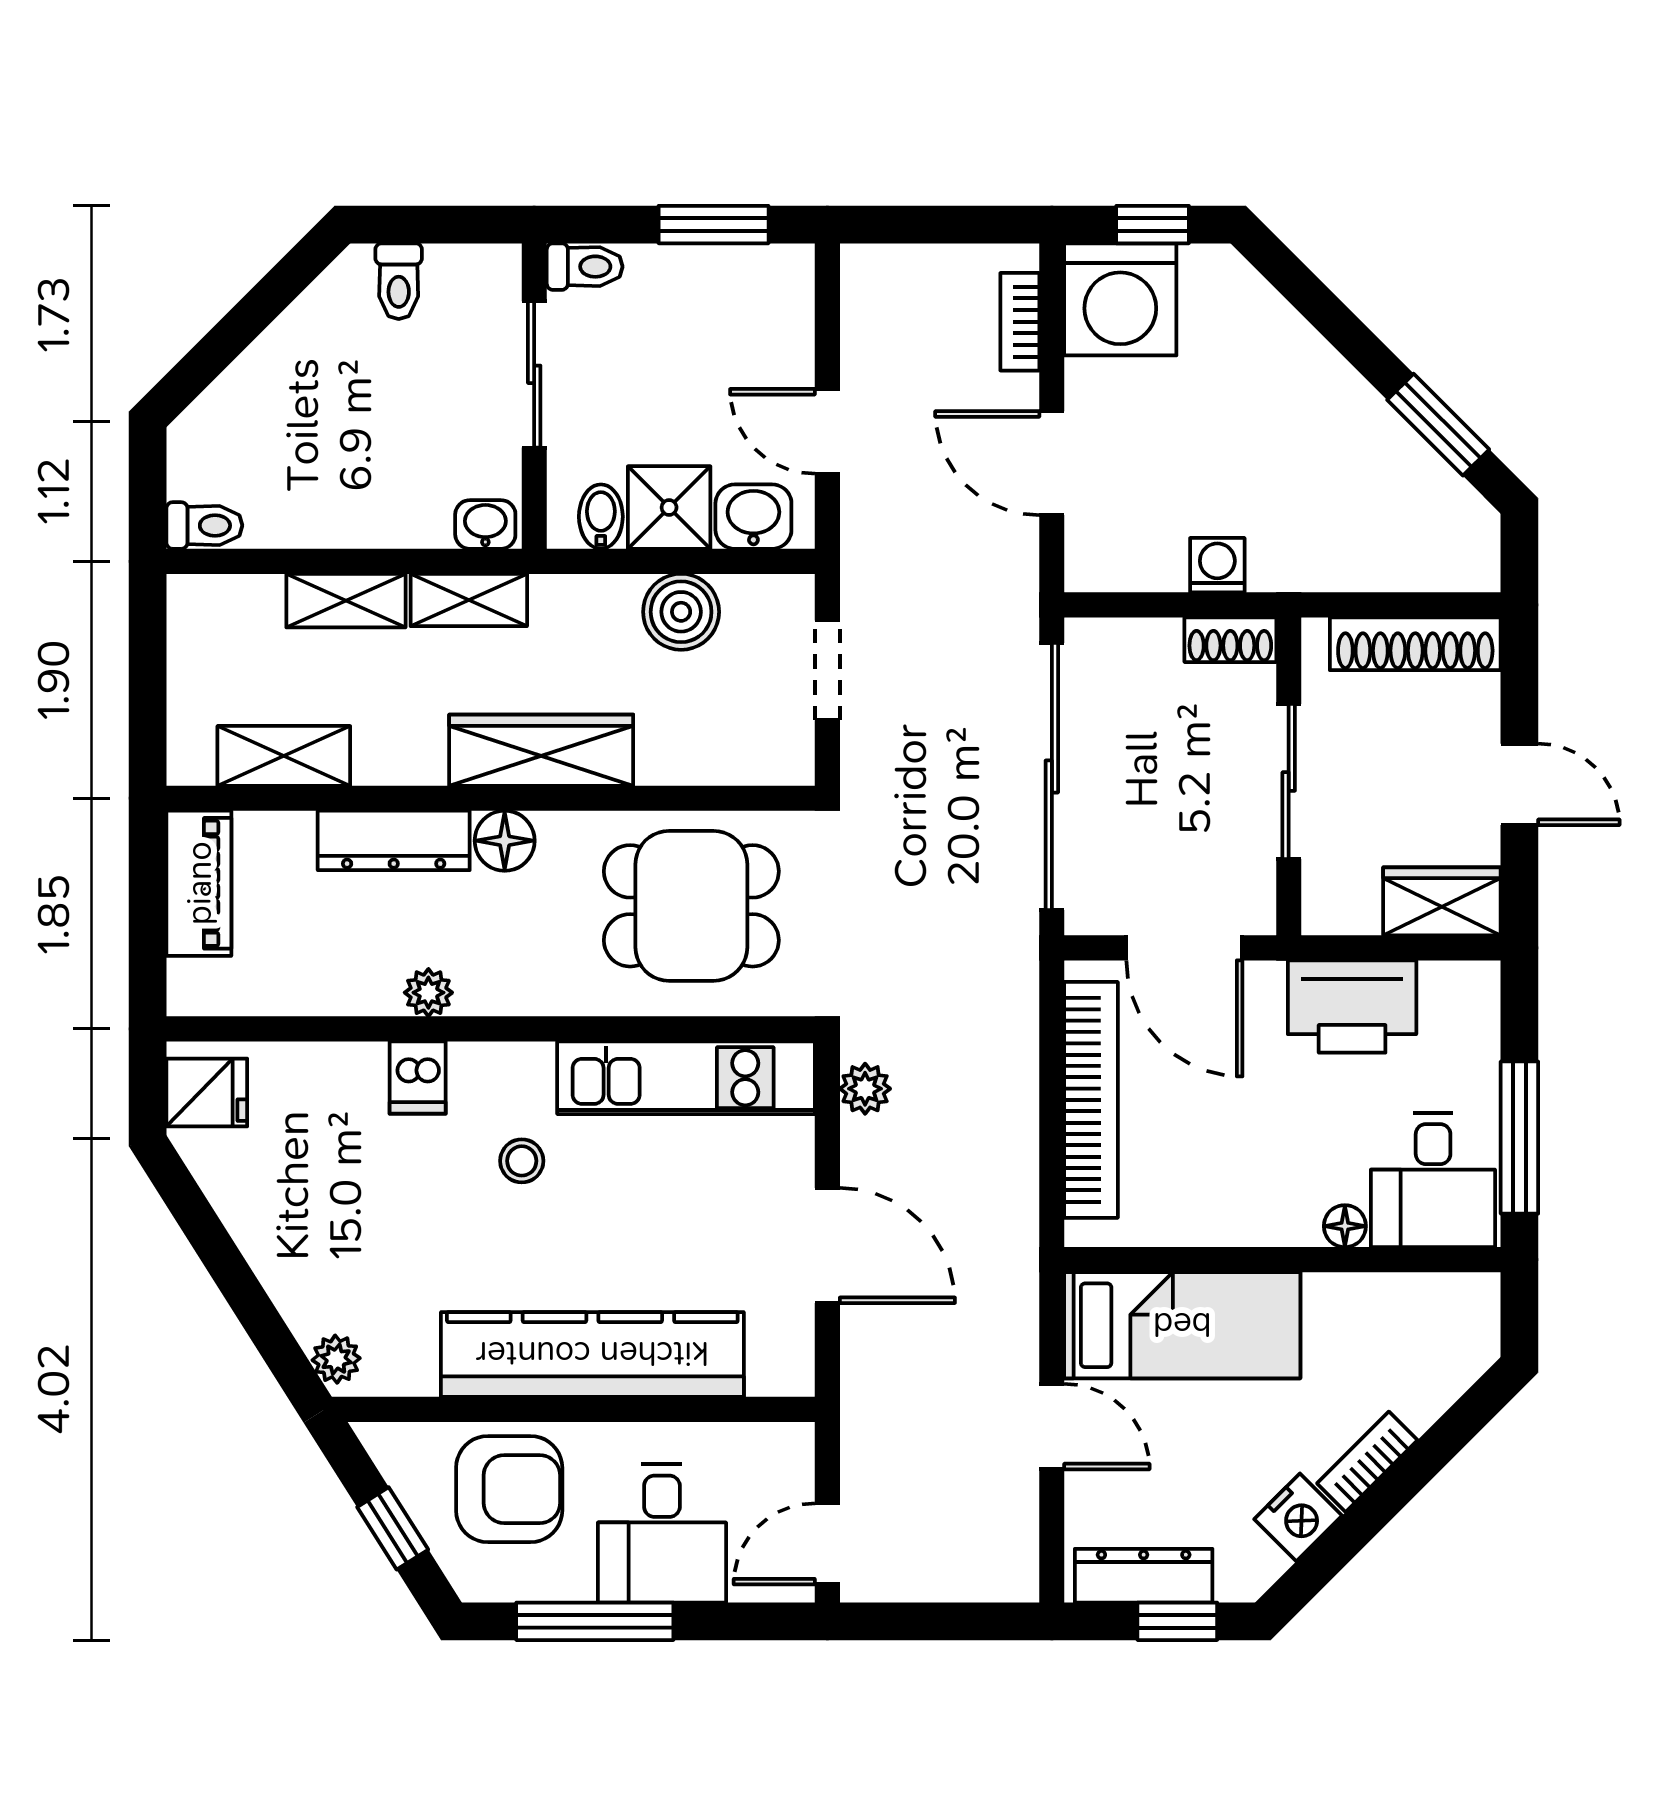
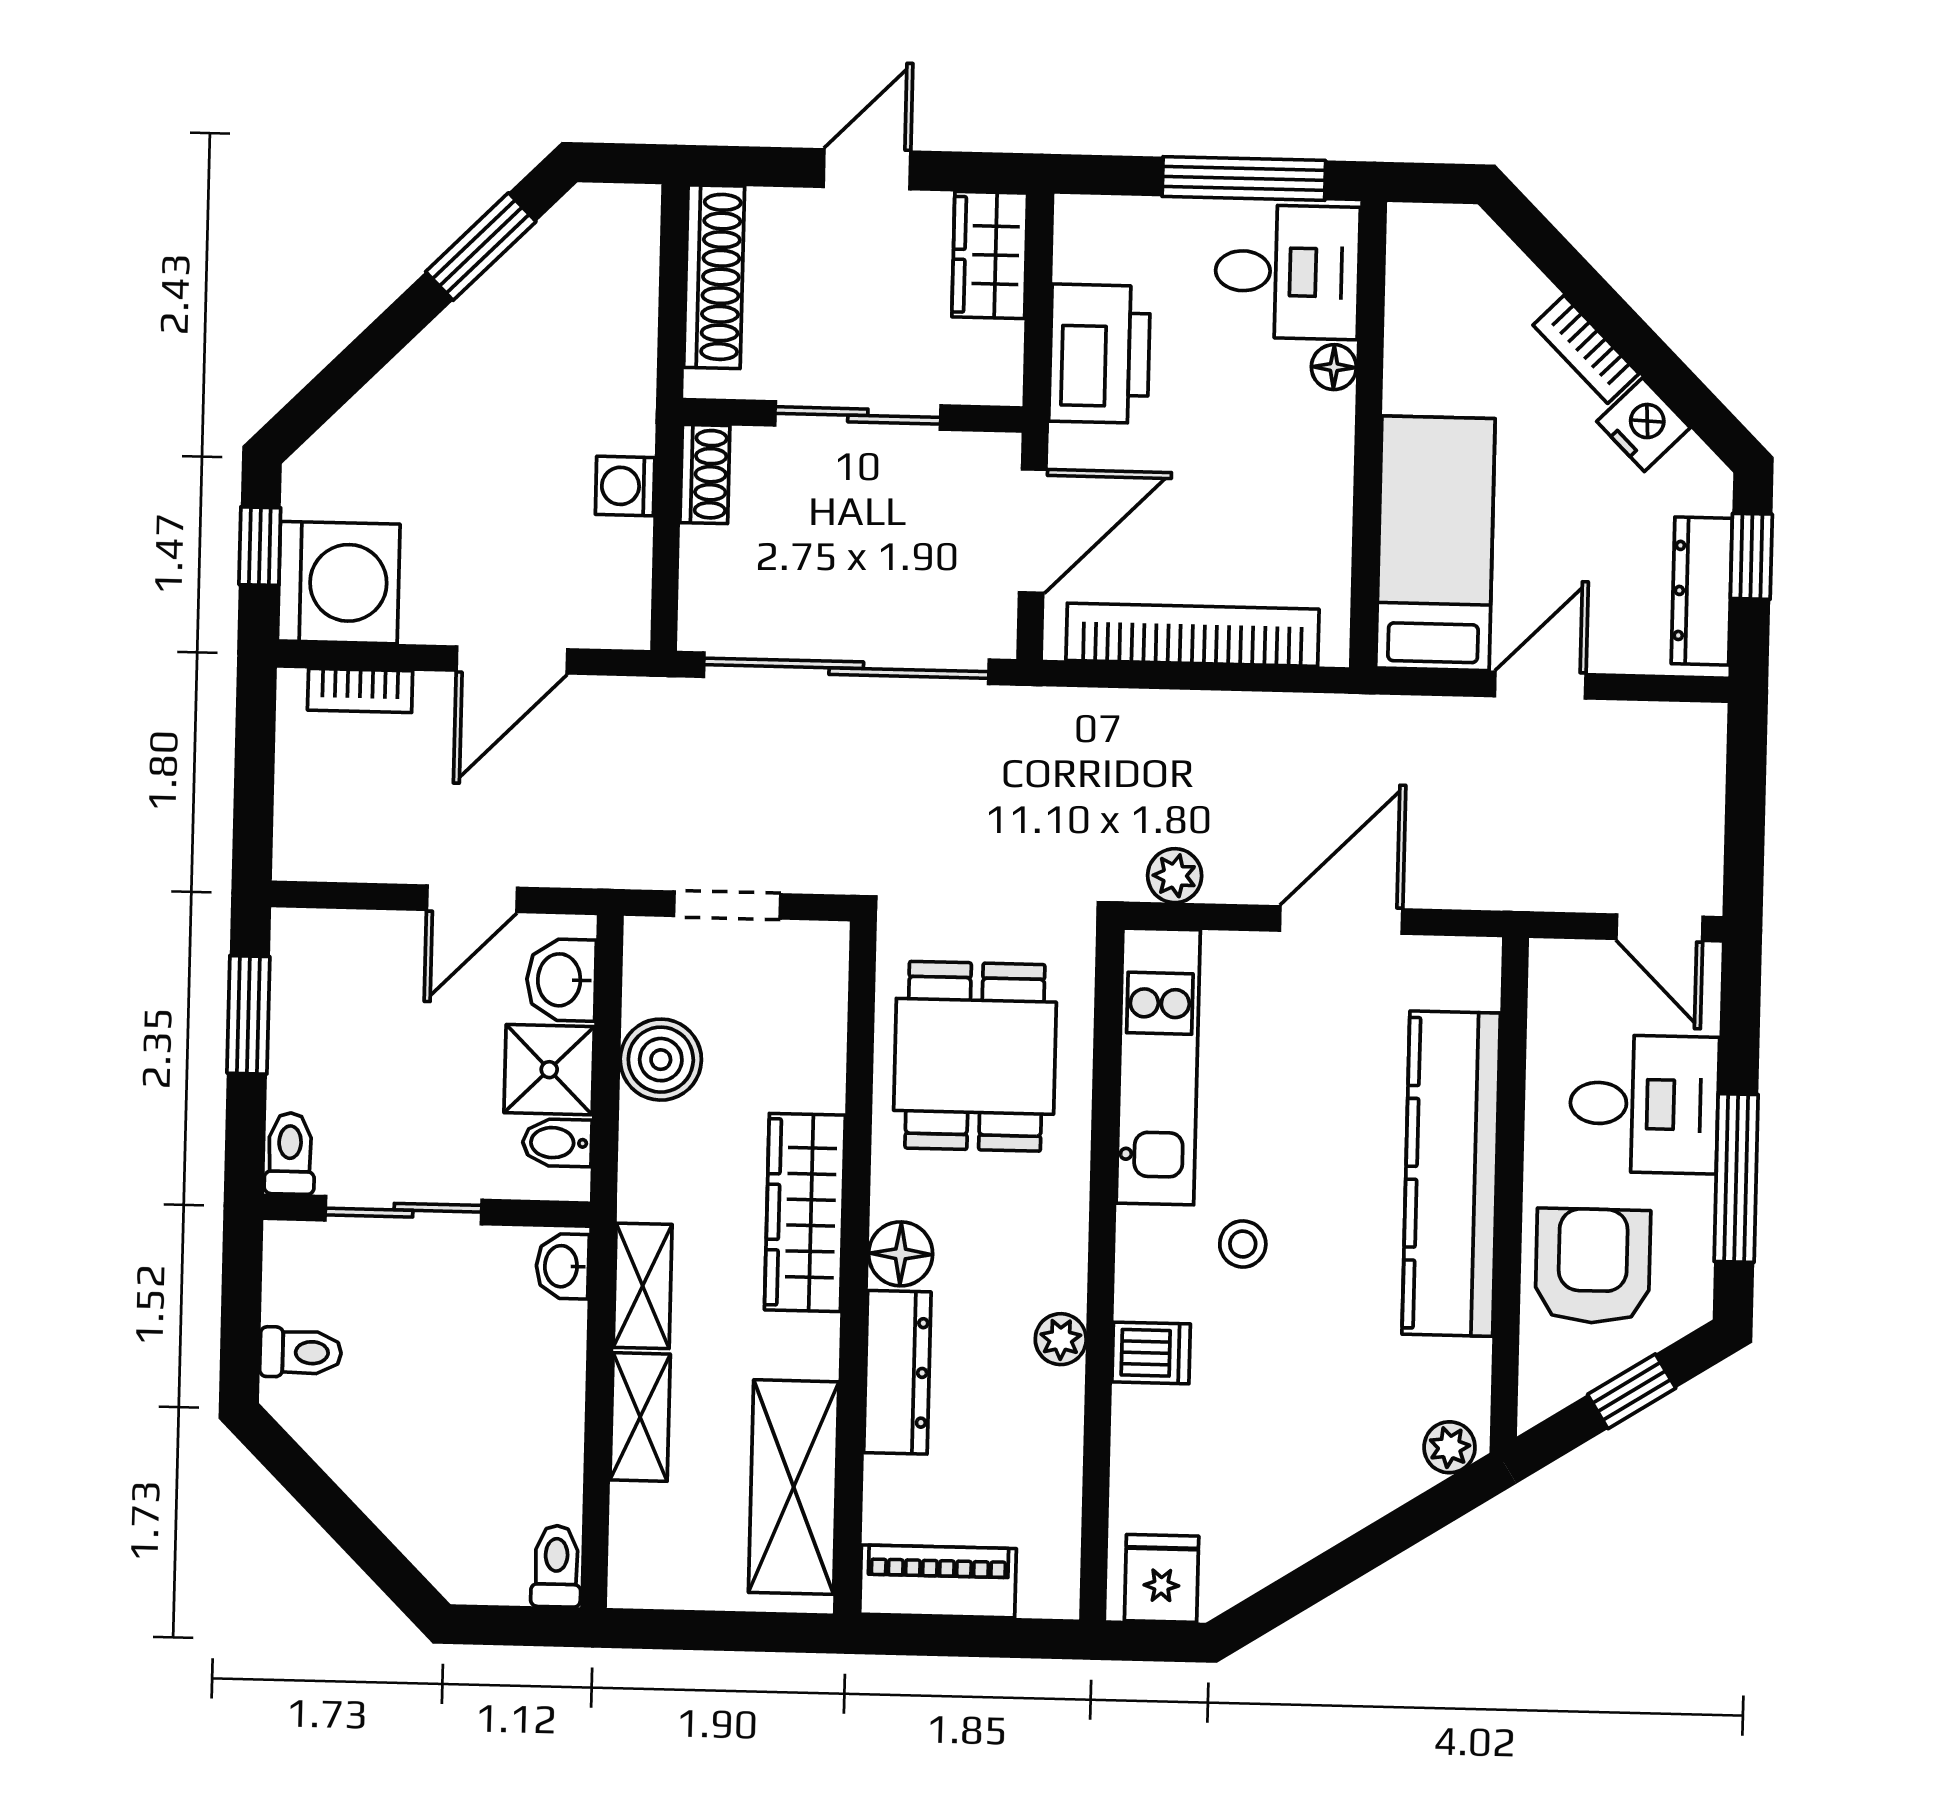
shelving: (284, 756) -> (794, 1487), width x1.50, depth x1.33

